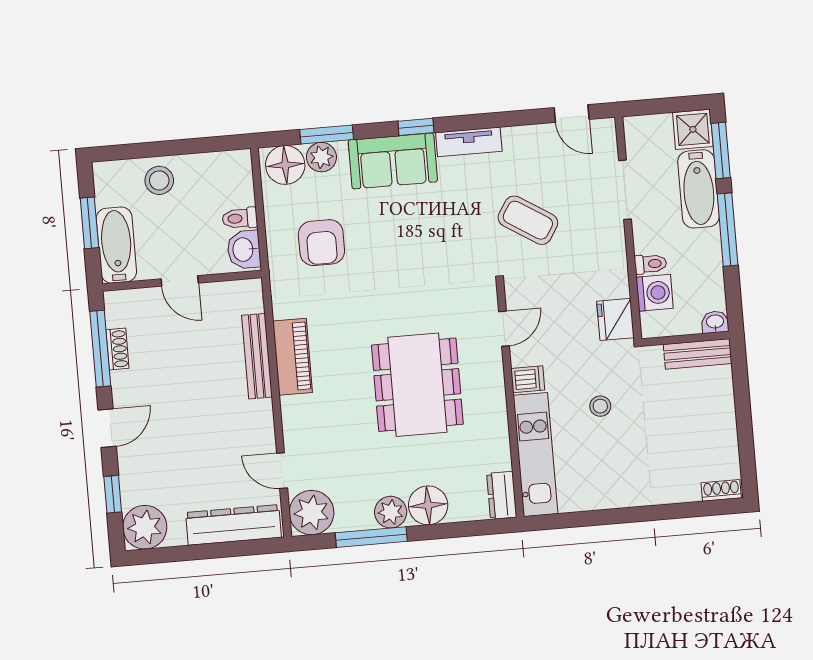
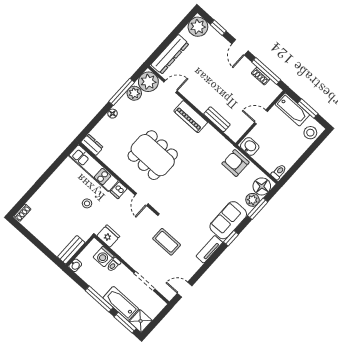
stool: (159, 180) -> (310, 133), moved
toilet: (240, 218) -> (279, 172), moved
coffee table: (528, 220) -> (167, 242), turned 58
armchair: (321, 243) -> (235, 163), moved
bench: (257, 356) -> (217, 119), width x0.73
piano: (293, 357) -> (191, 117), moved
floor lamp: (428, 505) -> (113, 114), width x0.53, depth x0.53
plant: (391, 512) -> (134, 93), moved

